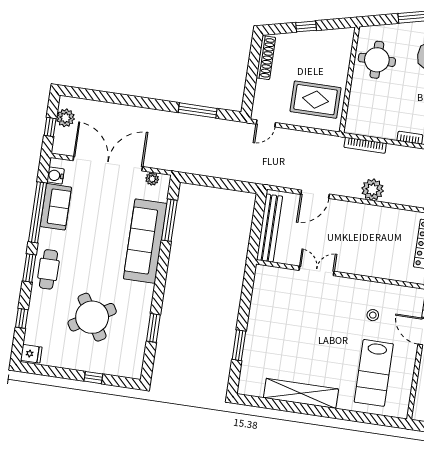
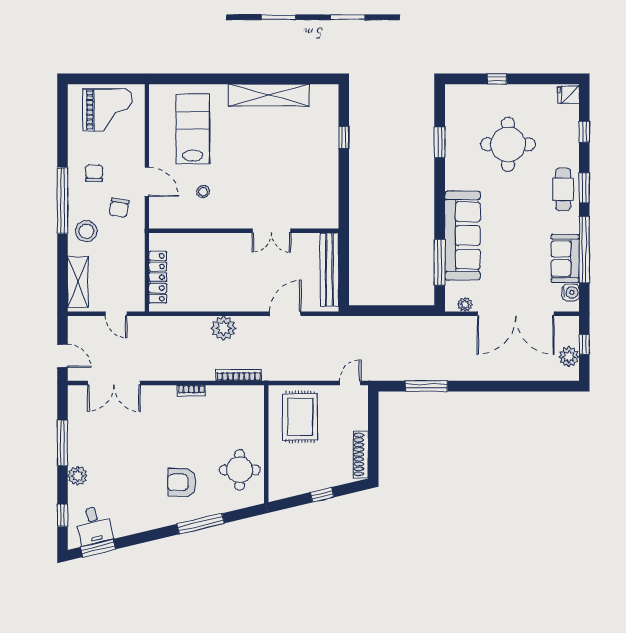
rug: (316, 100) -> (300, 417), turned 90
round table: (92, 317) -> (508, 144), turned 31
window: (239, 345) -> (344, 137), width x0.67

